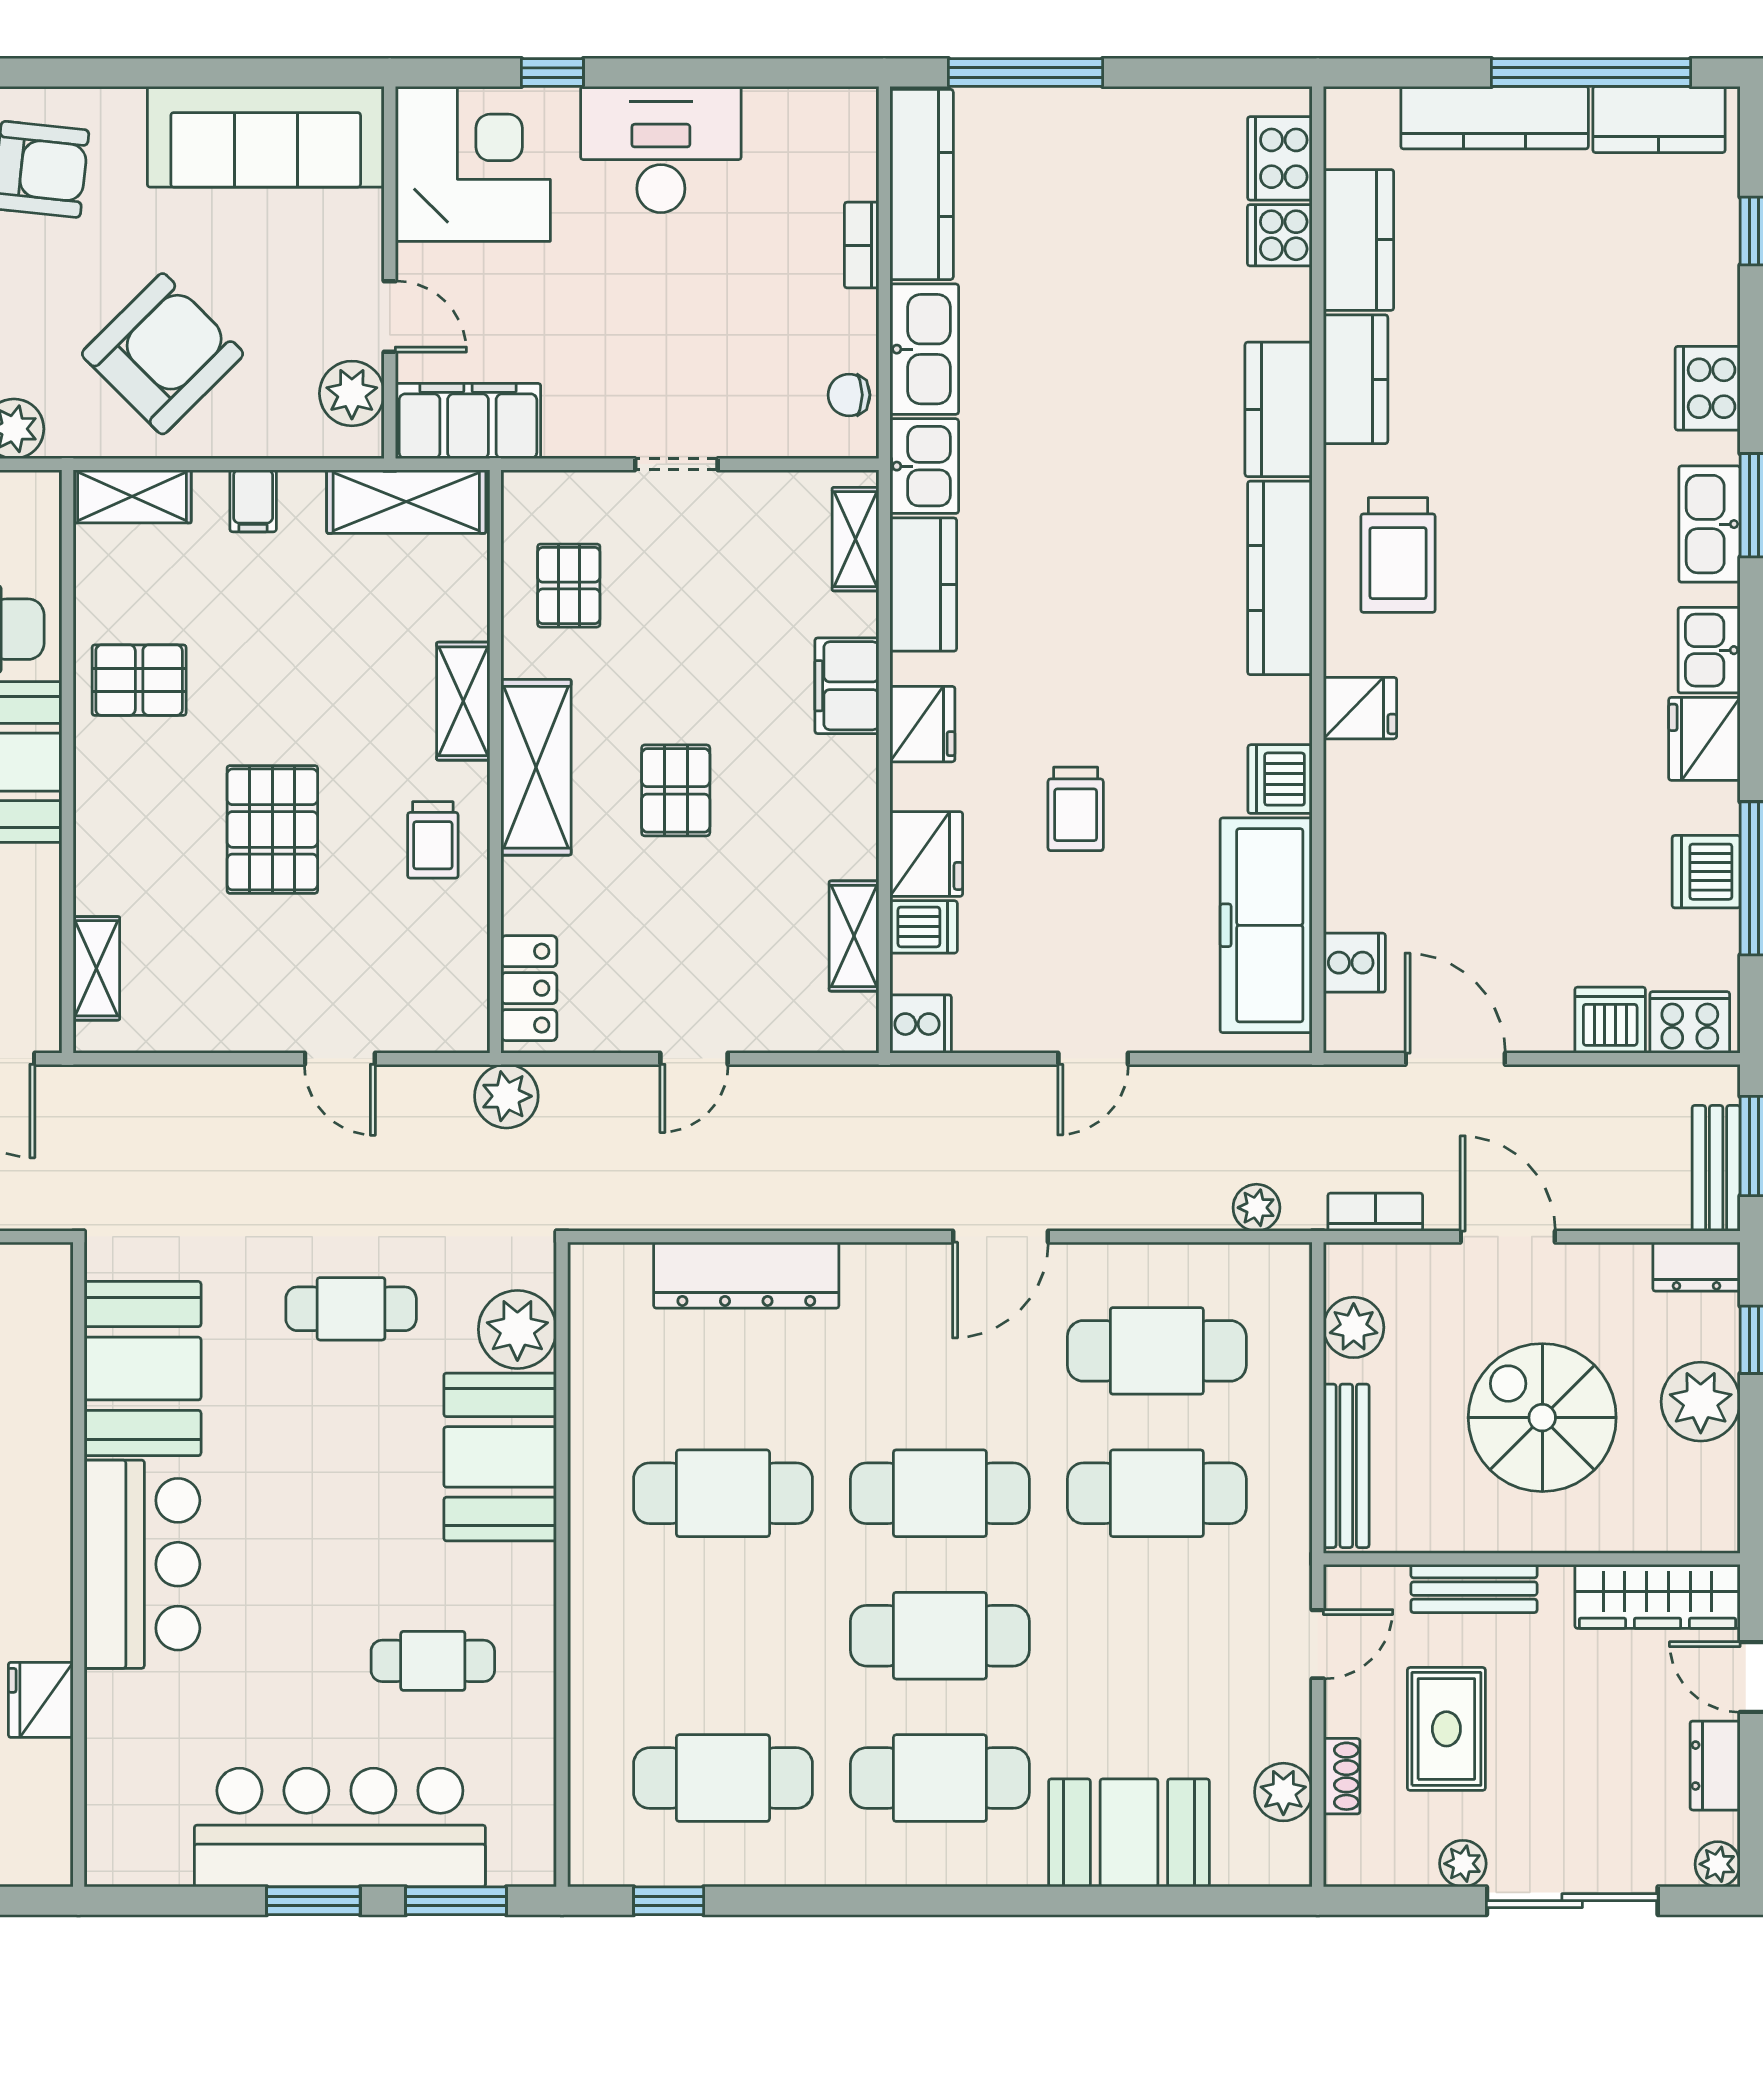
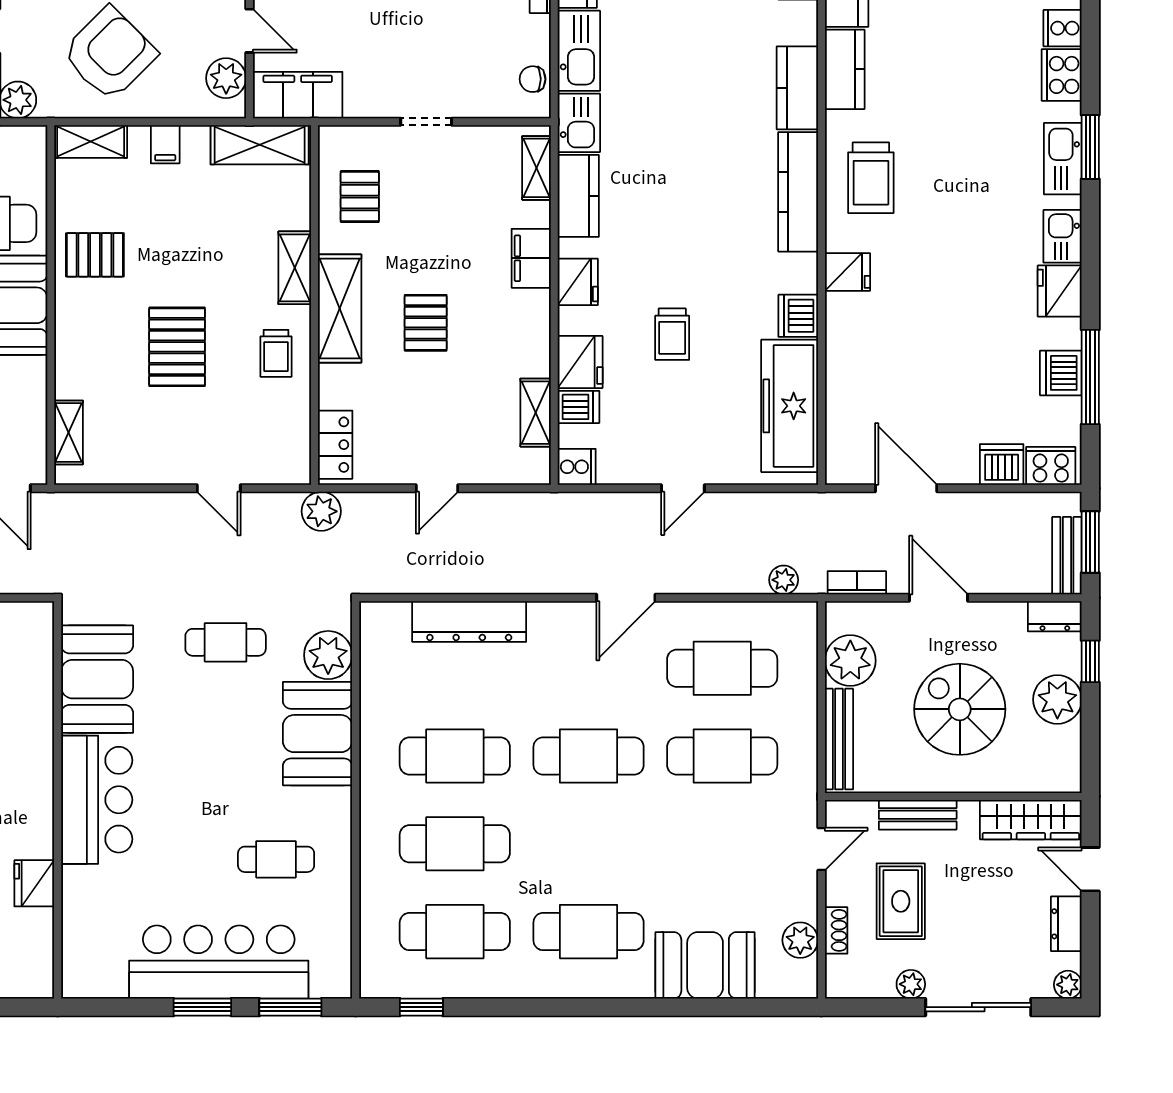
cooker: (1354, 963) -> (1063, 28), moved, turned 180
plant: (1354, 1327) -> (850, 661), width x1.36, depth x1.36
cafe table: (940, 1636) -> (455, 844), moved

